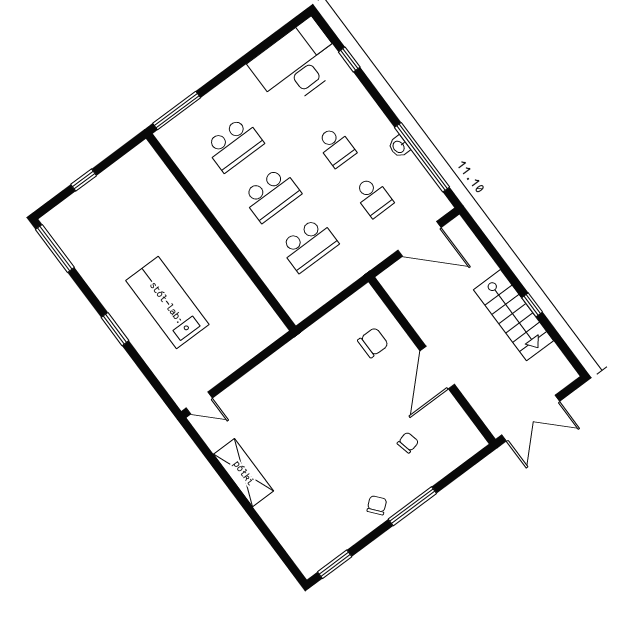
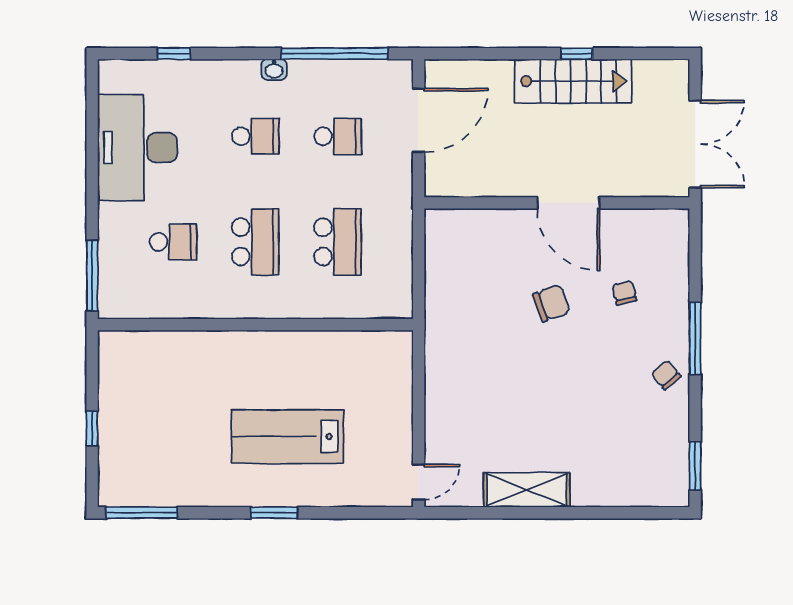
desk: (297, 64) -> (137, 148), moved
school desk: (234, 144) -> (173, 242), width x0.54
washbasin: (399, 147) -> (274, 69), moved
chair: (373, 343) -> (551, 303), moved, turned 70

